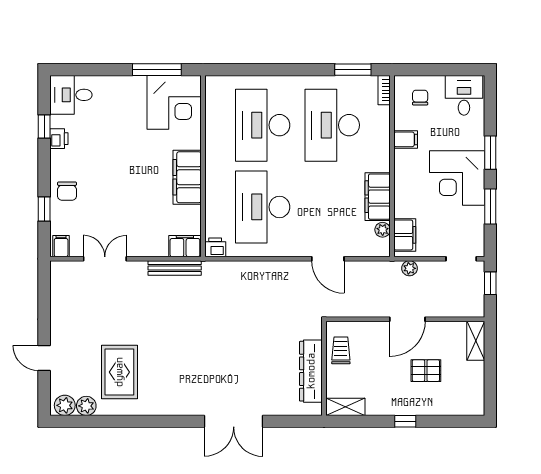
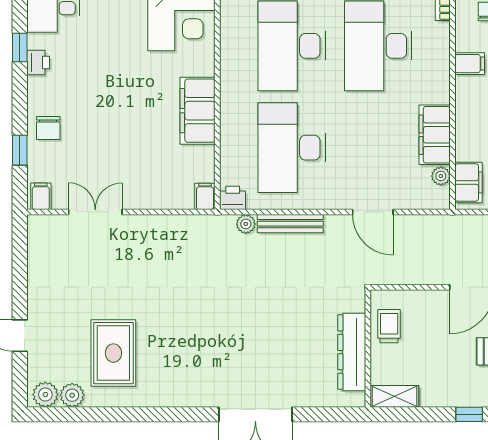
filing cabinet: (185, 246) -> (205, 196), width x0.50
bench: (175, 268) -> (290, 224), moved
plant: (409, 268) -> (246, 224), moved

